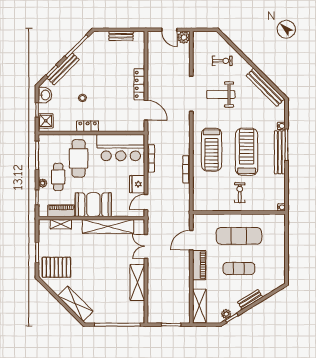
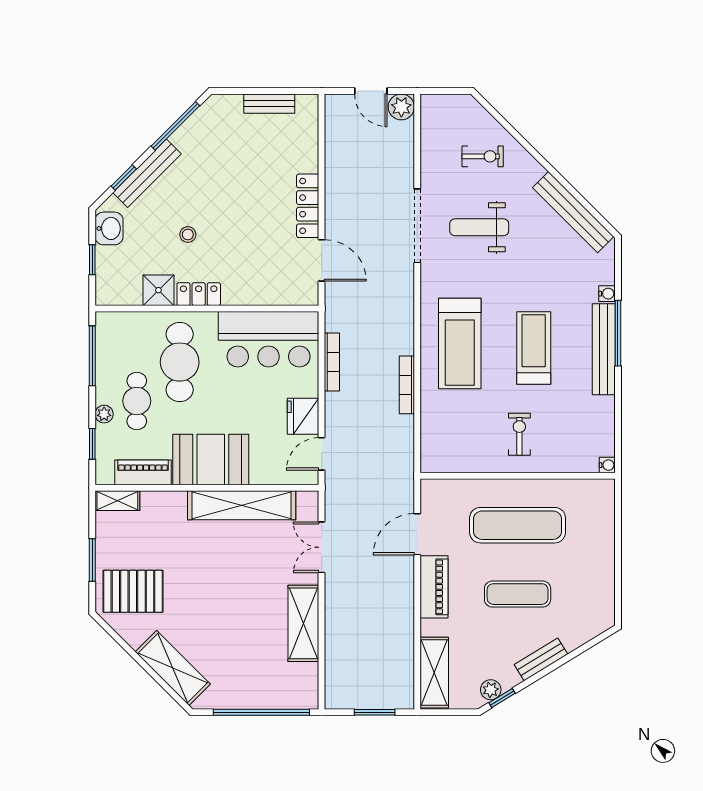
shower: (46, 121) -> (158, 290), moved
treadmill: (247, 152) -> (534, 348), width x0.73, depth x0.73
shelving: (61, 224) -> (117, 501), moved

